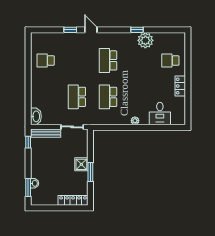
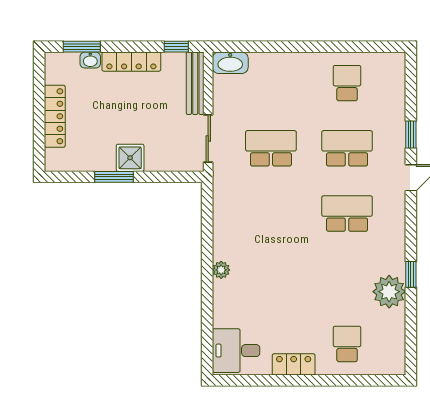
school desk: (108, 97) -> (347, 148), moved
desk: (160, 114) -> (236, 351), moved
locker: (35, 164) -> (131, 62), added
locker: (73, 200) -> (55, 116), moved

